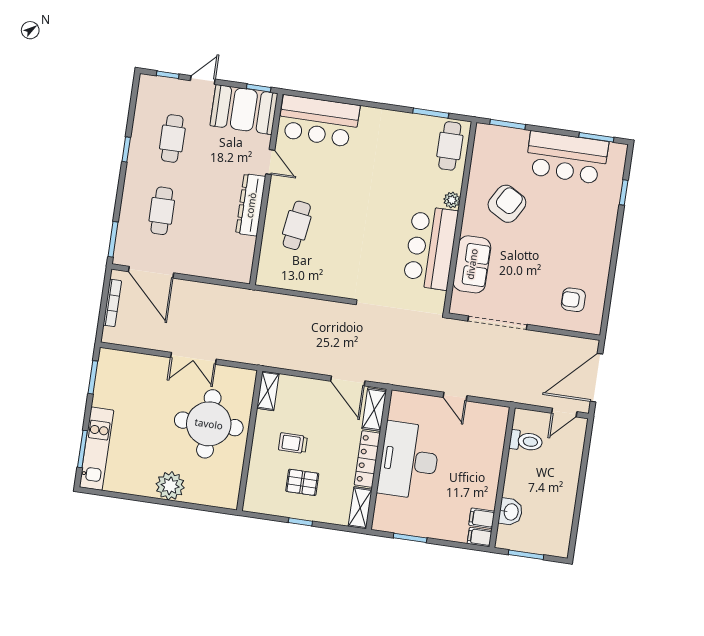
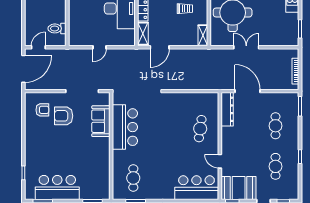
cafe table: (450, 146) -> (133, 178), moved
plant: (452, 200) -> (117, 155), removed
armchair: (507, 204) -> (64, 116), moved, turned 60
dresser: (251, 205) -> (227, 109), moved
door: (151, 272) -> (247, 91), moved
door: (348, 381) -> (160, 47), swing flipped
door: (455, 397) -> (100, 47), swing flipped

